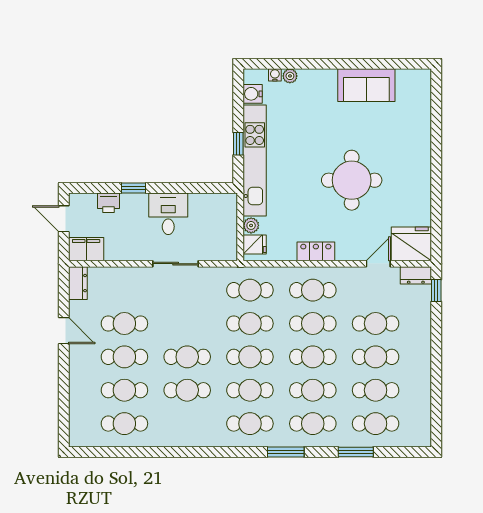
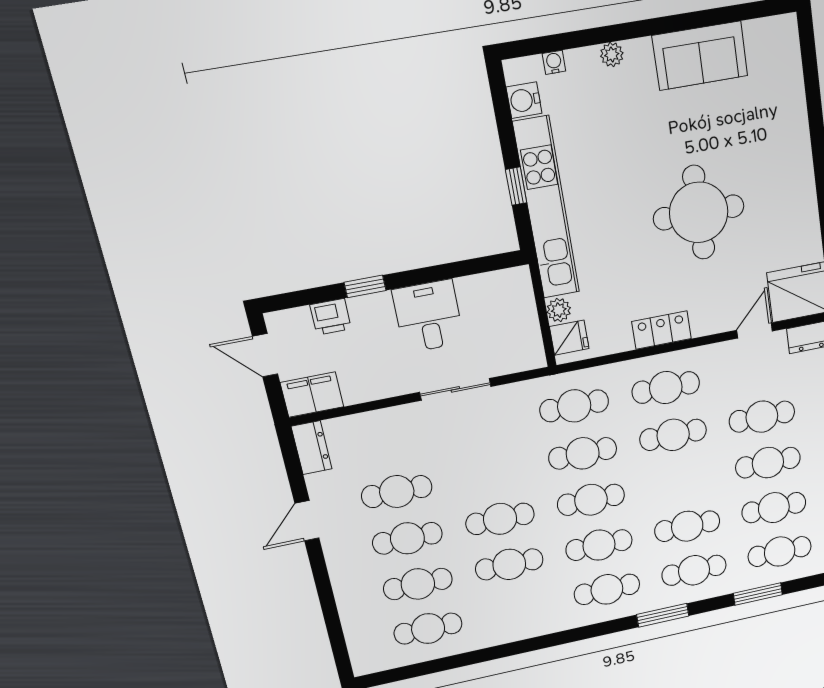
plant: (290, 76) -> (612, 55), moved
door: (64, 331) -> (307, 521), swing flipped
cafe table: (313, 357) -> (680, 481), removed

